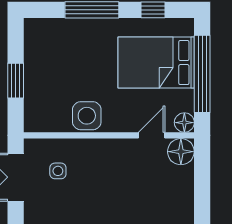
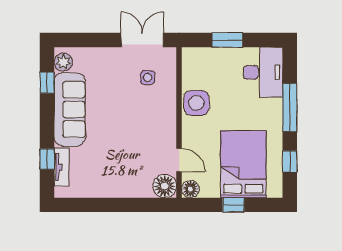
desk: (52, 40) -> (263, 72), added
window: (202, 74) -> (233, 205), width x0.32

